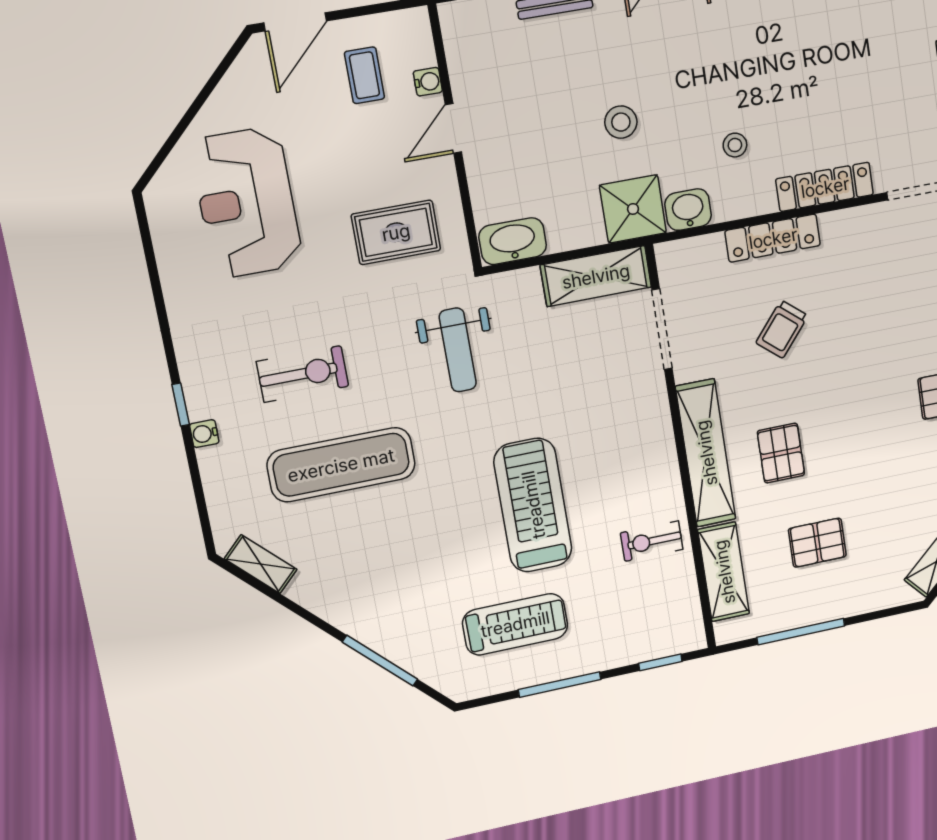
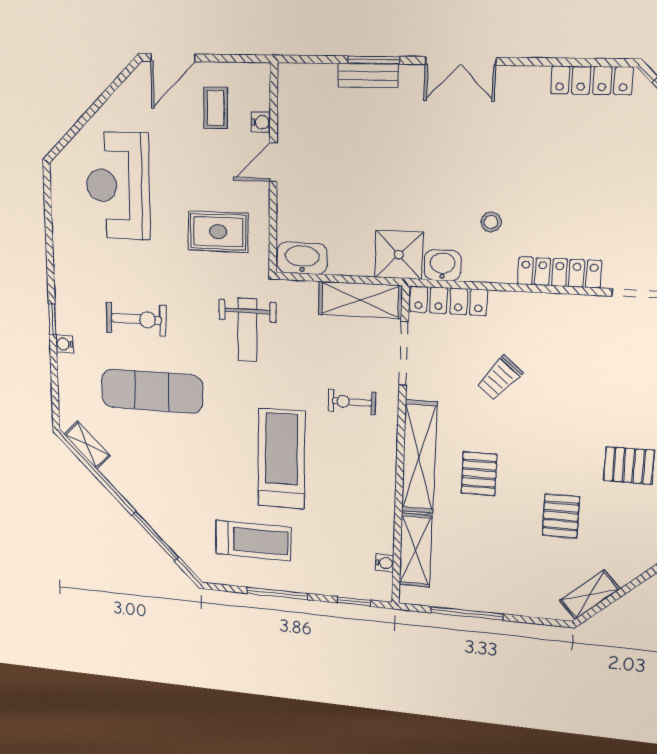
stool: (621, 122) -> (402, 184), removed
locker: (773, 238) -> (449, 301), moved
exercise bike: (652, 541) -> (352, 402), moved
pallet: (817, 543) -> (561, 516), moved, turned 90
water cooler: (689, 600) -> (385, 563), added

